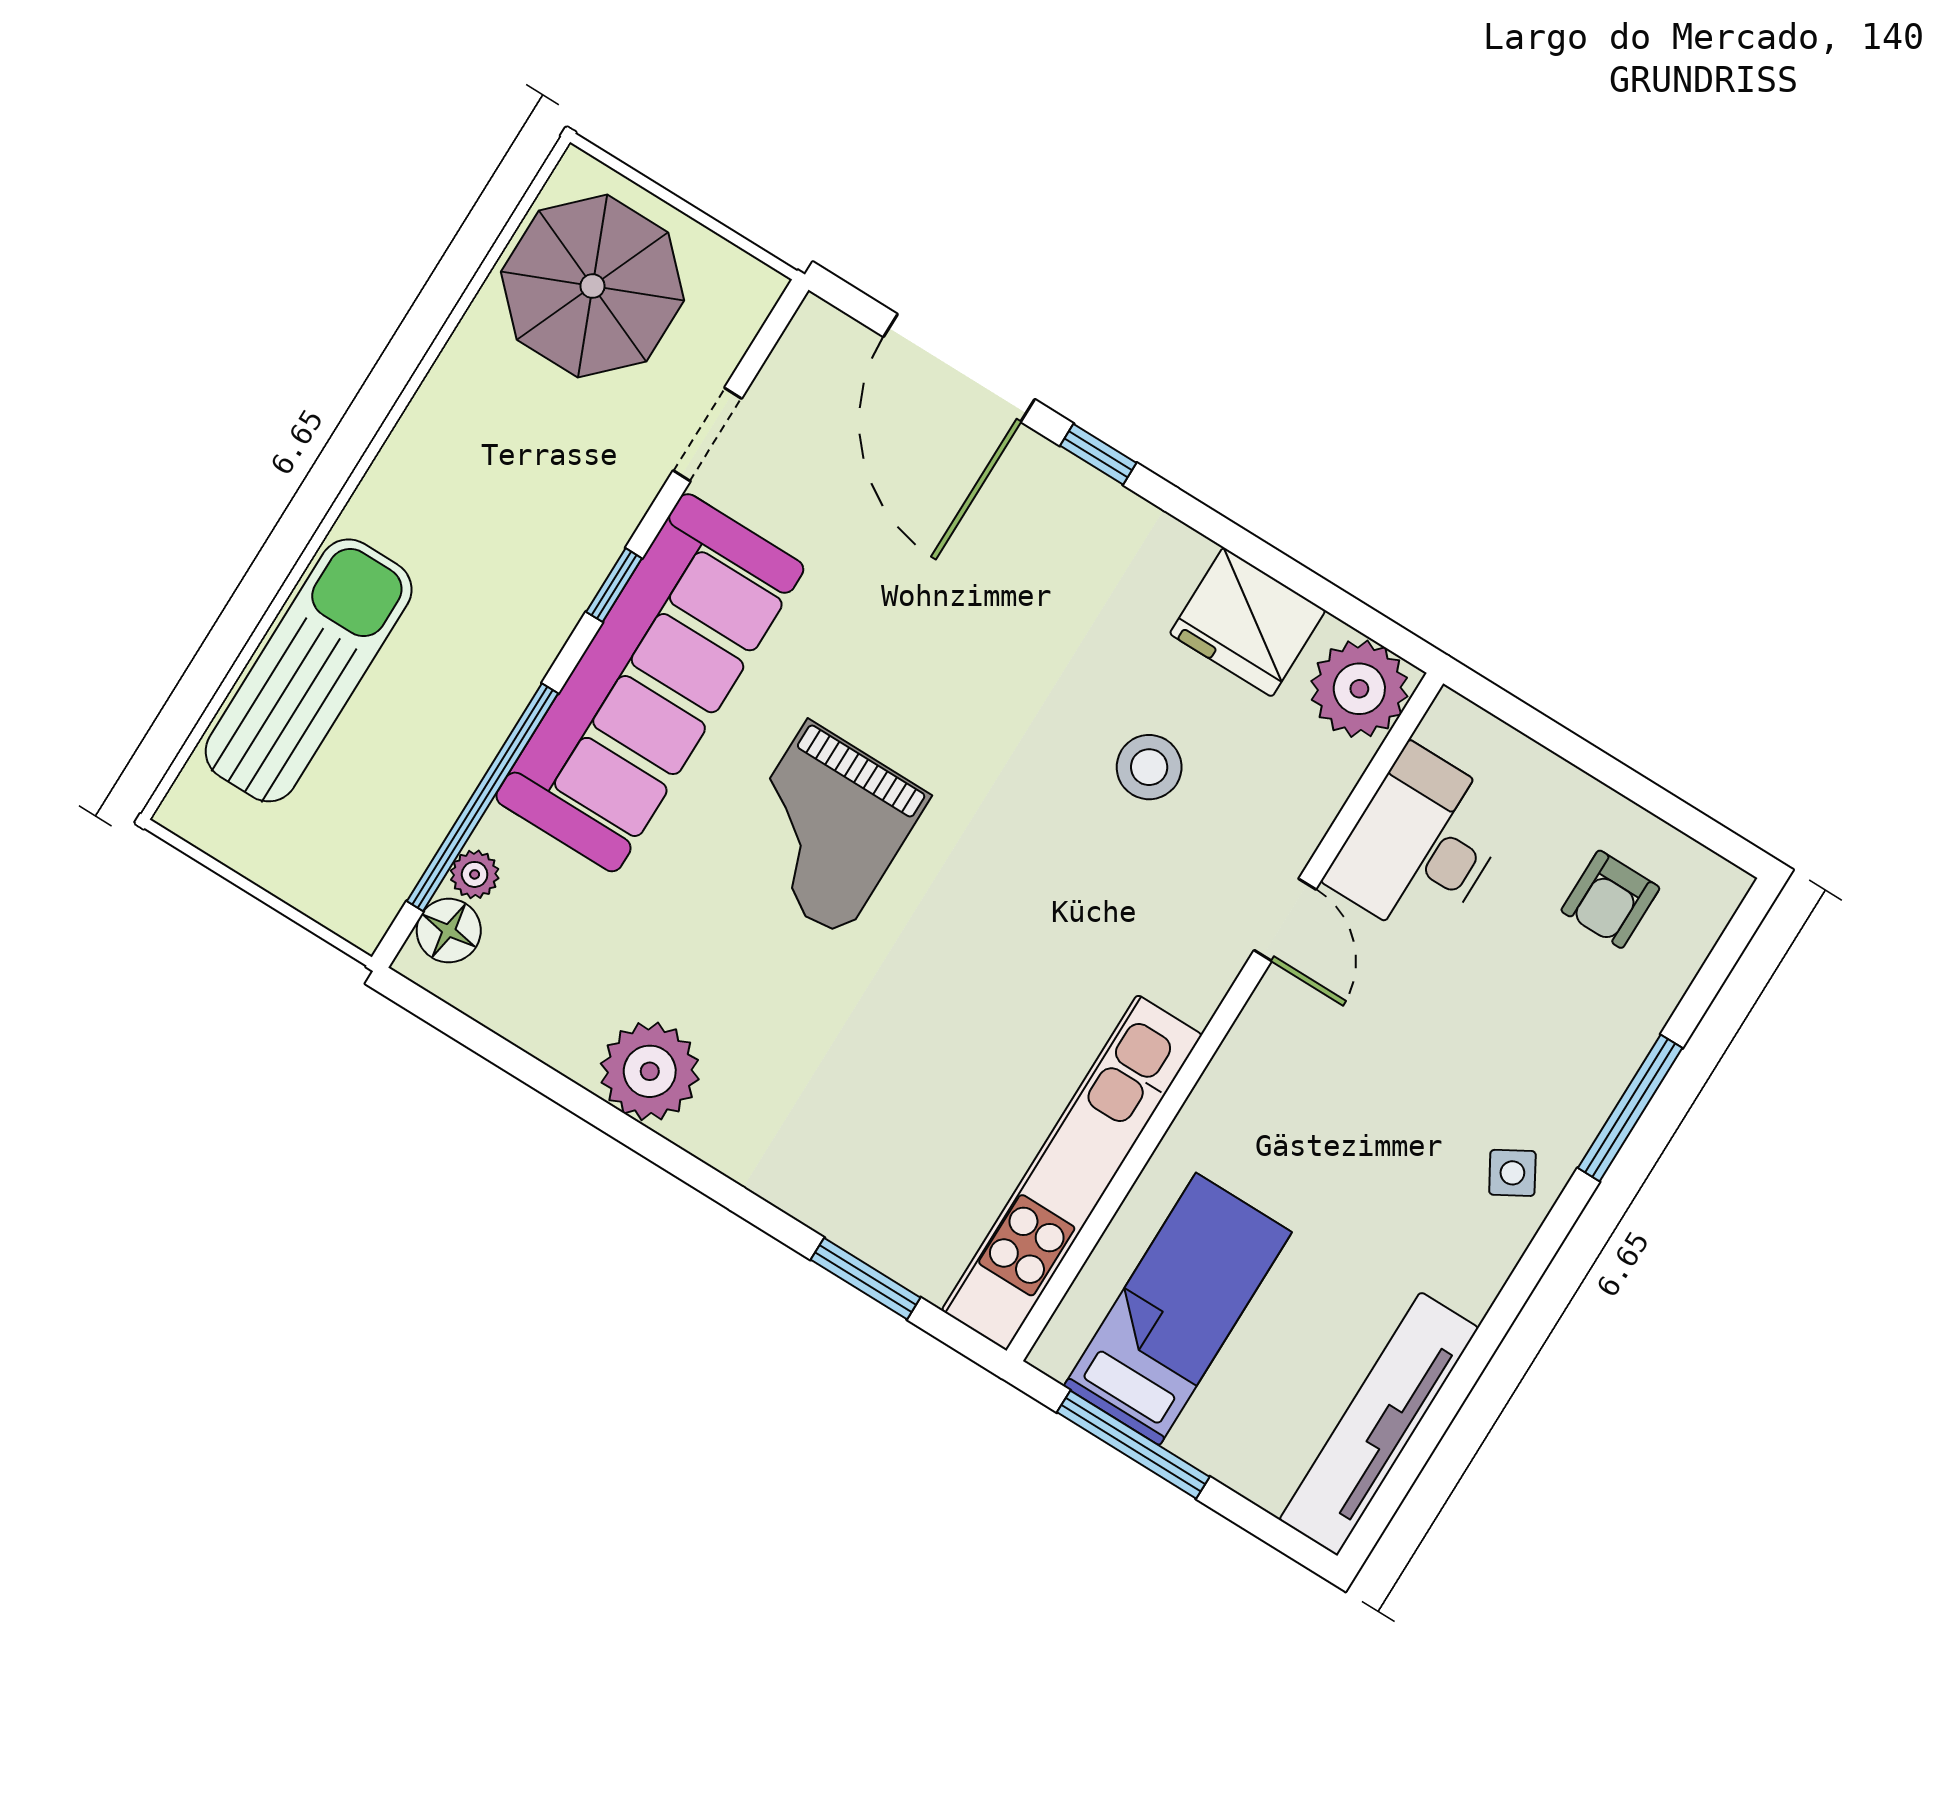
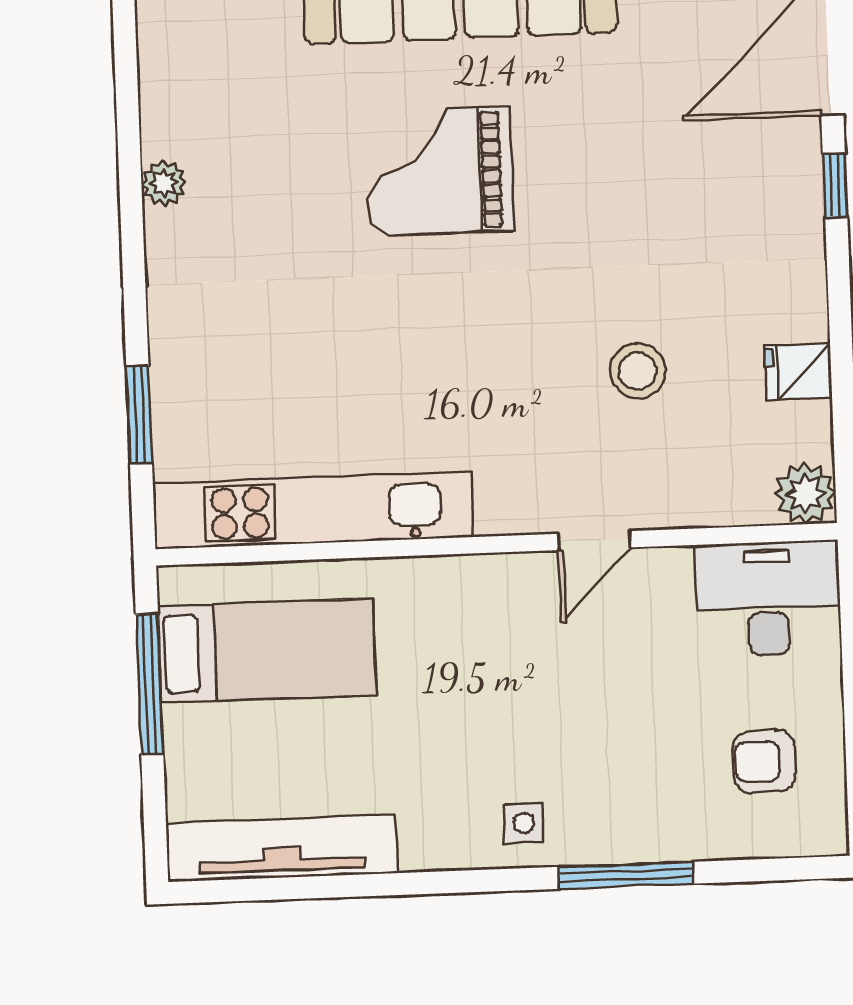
fridge: (1248, 622) -> (799, 371), width x0.53, depth x0.75
plant: (1359, 689) -> (805, 494), width x0.73, depth x0.73
desk: (1421, 845) -> (768, 599), moved
plant: (650, 1071) -> (164, 183), width x0.53, depth x0.53
side table: (1512, 1173) -> (524, 823), turned 30

